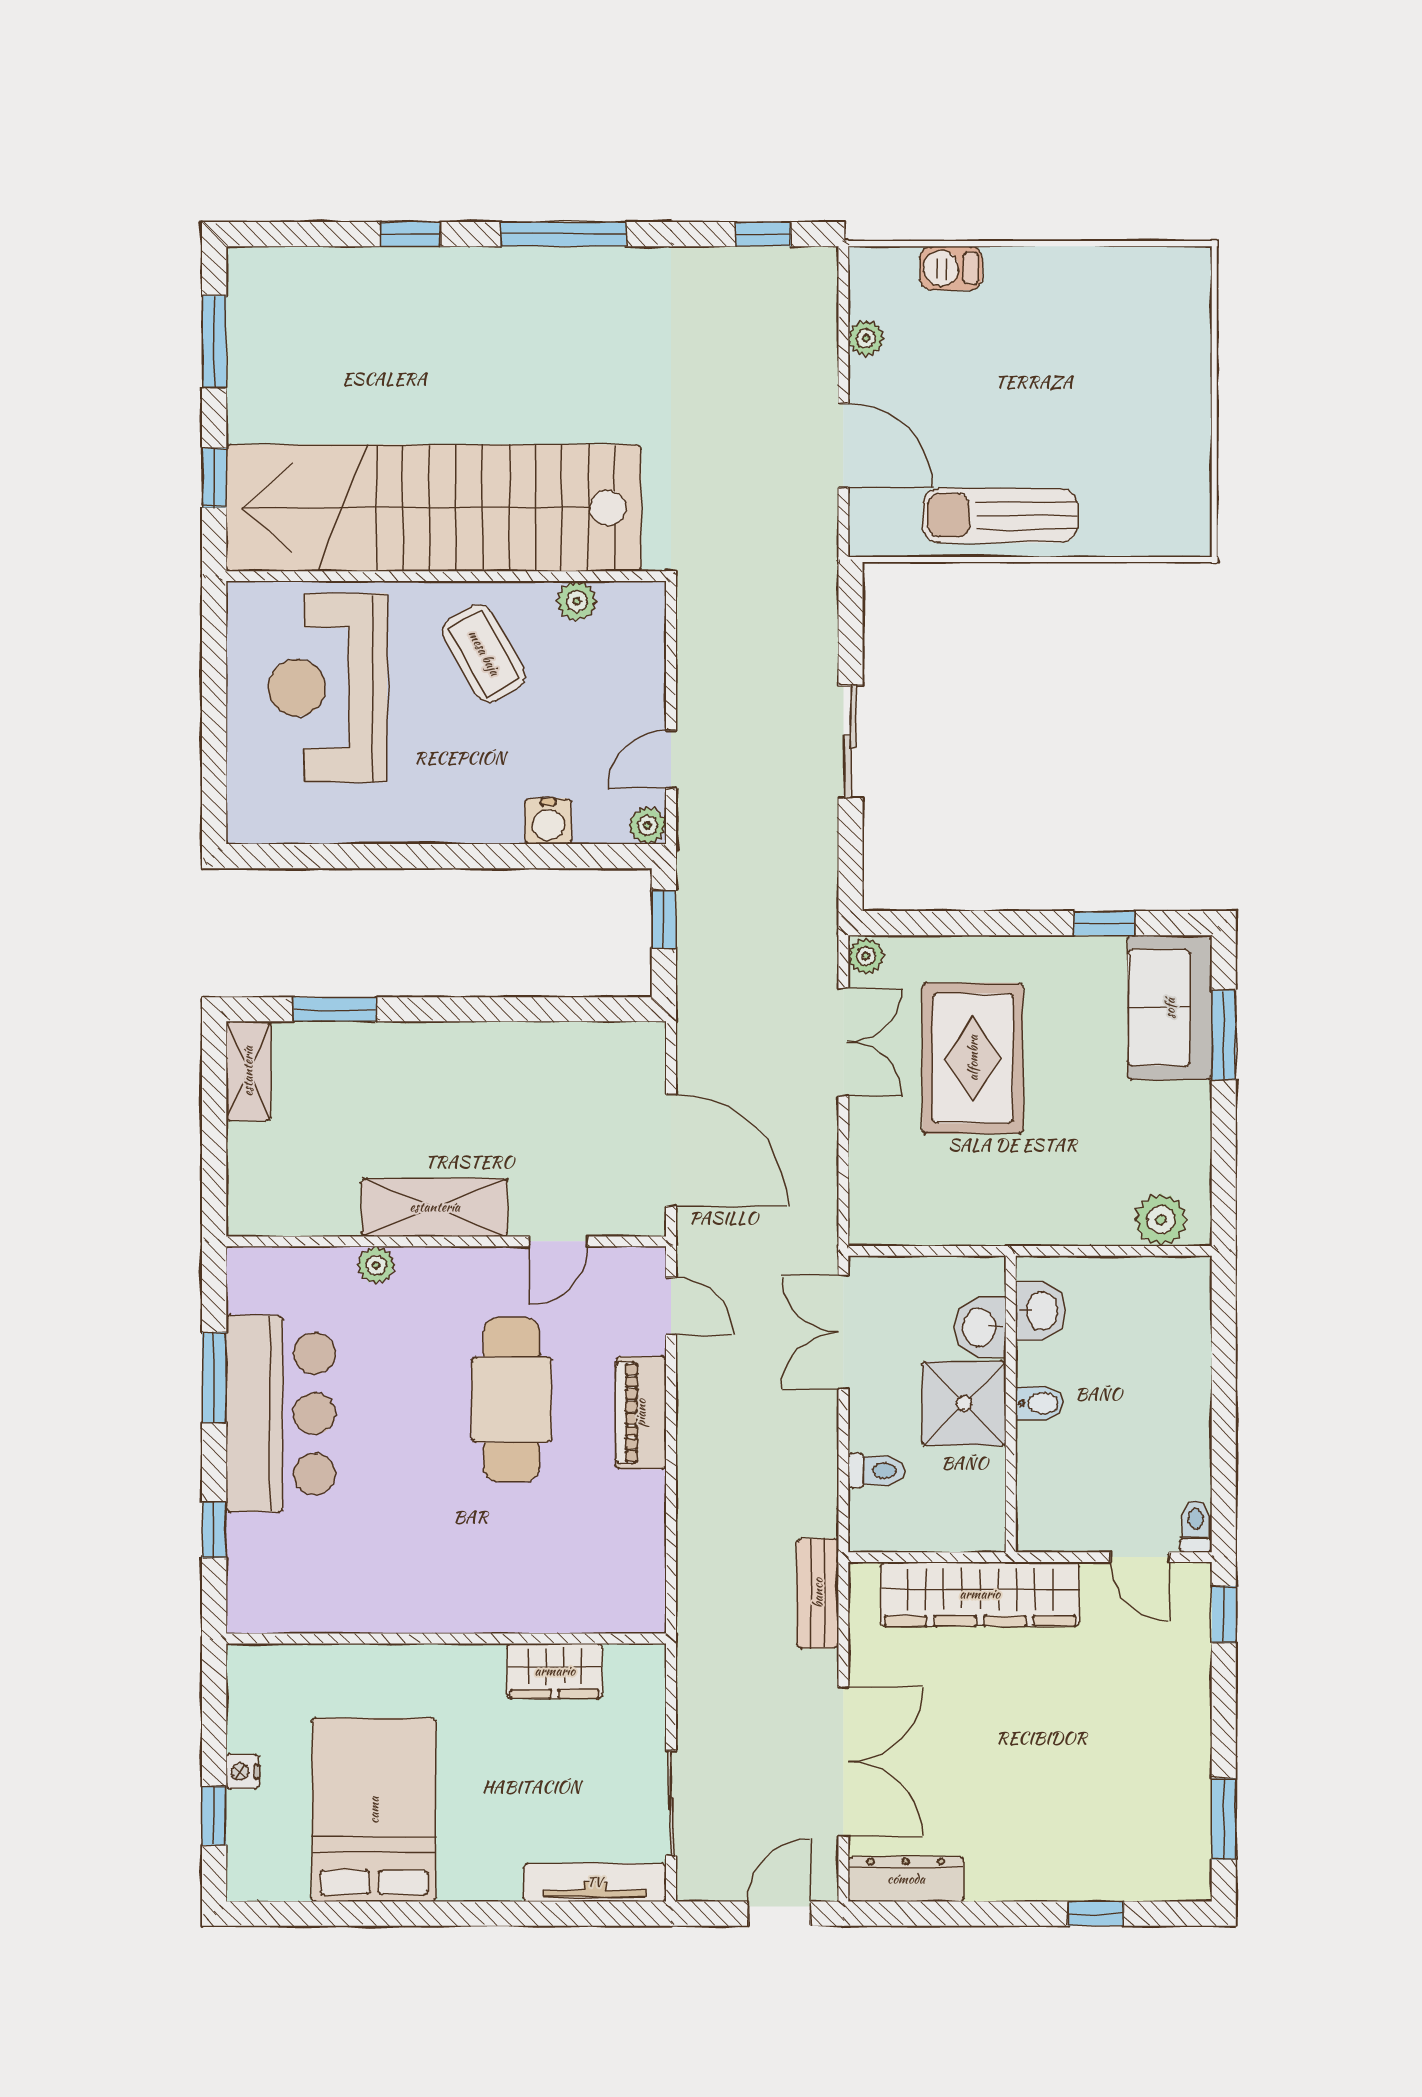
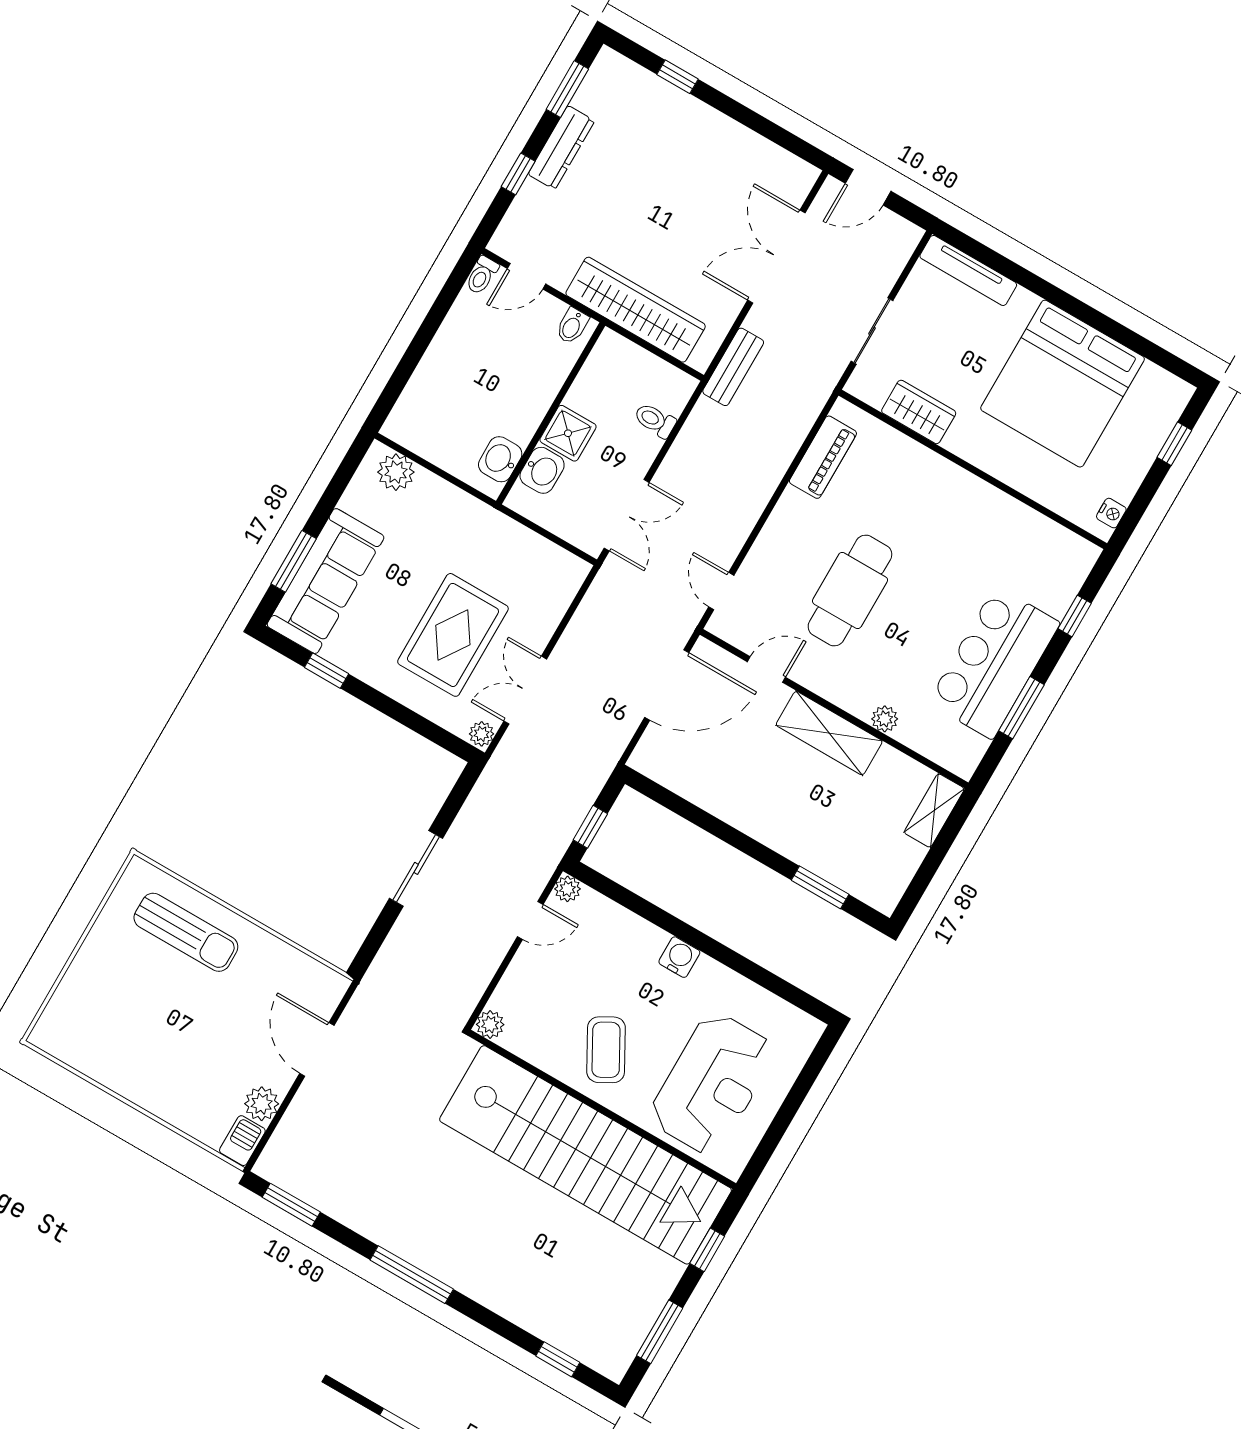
window: (410, 234) -> (558, 1359), moved
window: (763, 234) -> (291, 1205), width x1.50
barbecue: (951, 268) -> (242, 1141), moved, turned -90
plant: (866, 338) -> (262, 1104), width x1.38, depth x1.38
sun lounger: (1000, 515) -> (186, 932), moved
plant: (577, 601) -> (490, 1024), moved
water cooler: (548, 821) -> (679, 957), moved
sofa: (1170, 1008) -> (326, 581), width x1.36
shelving: (248, 1071) -> (934, 811), moved
door: (671, 1150) -> (667, 685), swing flipped
shower: (964, 1403) -> (568, 433), width x0.73, depth x0.73
bidet: (1040, 1403) -> (572, 326), moved, turned -90
piano: (641, 1413) -> (823, 457), moved
door: (1140, 1557) -> (527, 276), swing flipped
window: (1224, 1614) -> (518, 174), moved
nightstand: (243, 1772) -> (1111, 513), moved
sliding door: (671, 1803) -> (872, 331), moved
bed: (374, 1810) -> (1063, 384), width x1.36
dresser: (906, 1879) -> (561, 148), moved, turned -90

